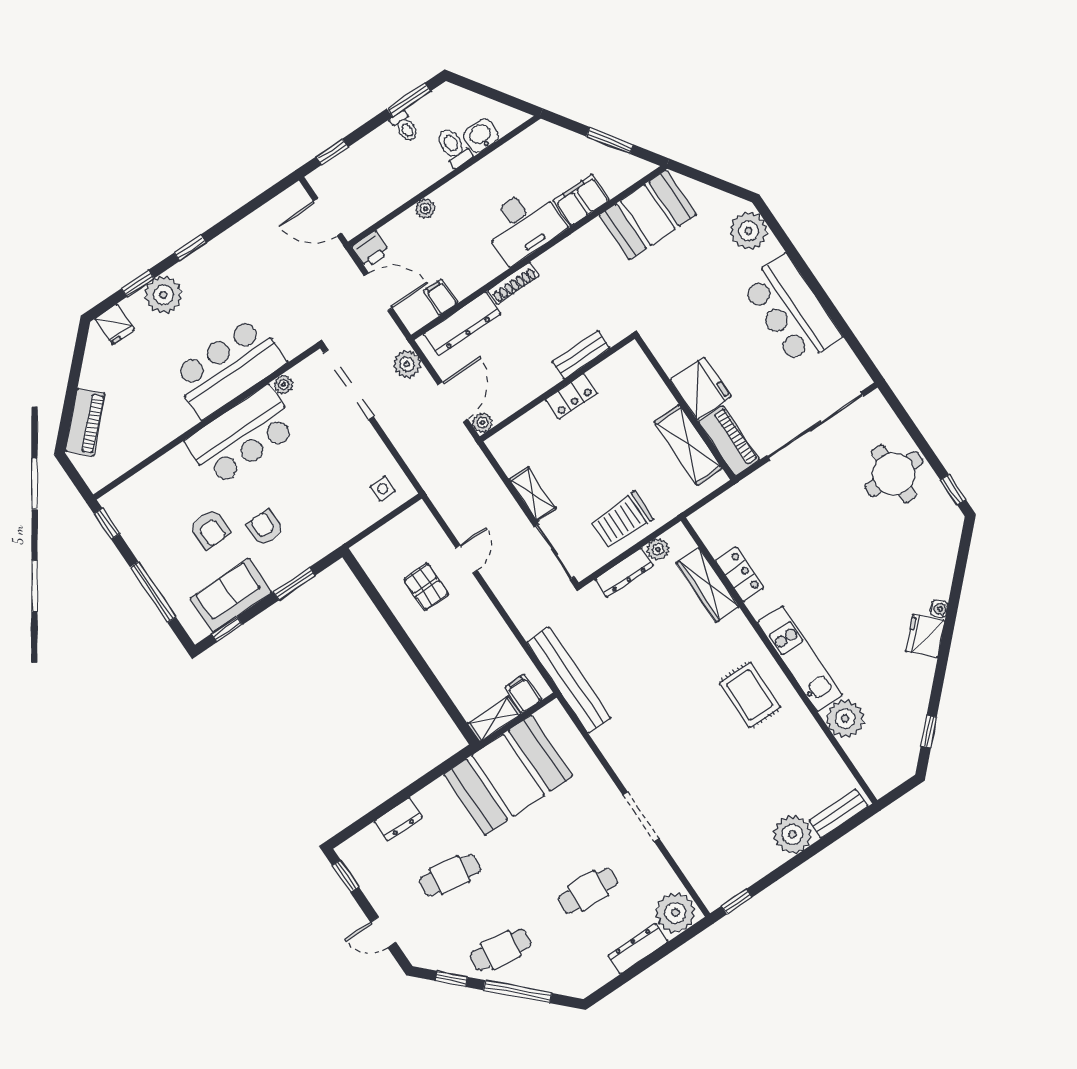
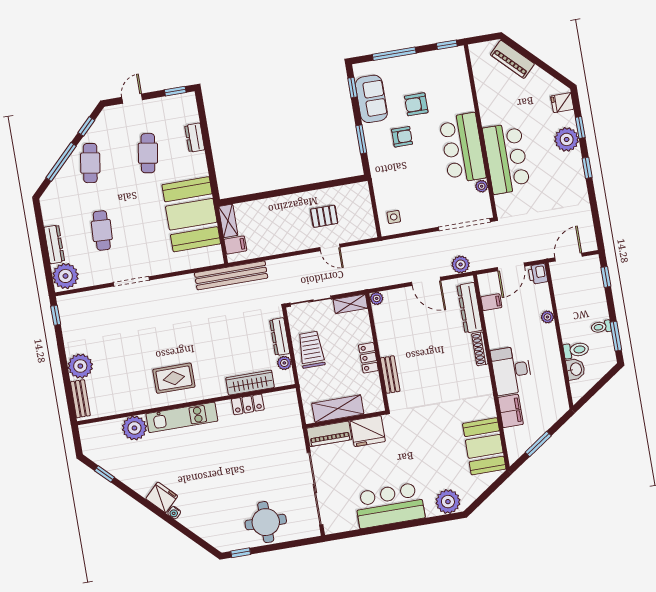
bench: (581, 355) -> (390, 375), moved
wall: (557, 388) -> (377, 352), moved
locker: (571, 396) -> (368, 358), moved
plant: (482, 423) -> (377, 298), moved

